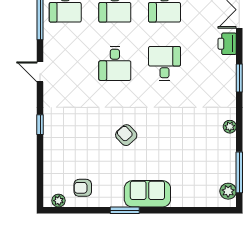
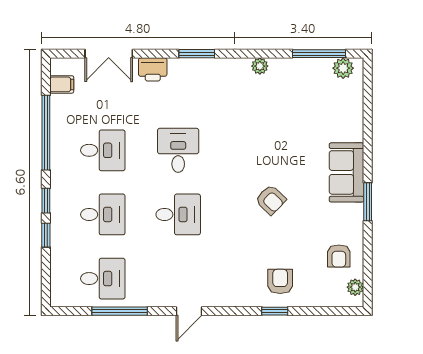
desk: (165, 63) -> (178, 150), turned 90
window: (40, 125) -> (275, 311), moved
armchair: (126, 135) -> (271, 200), turned -93
armchair: (63, 142) -> (280, 281), added

